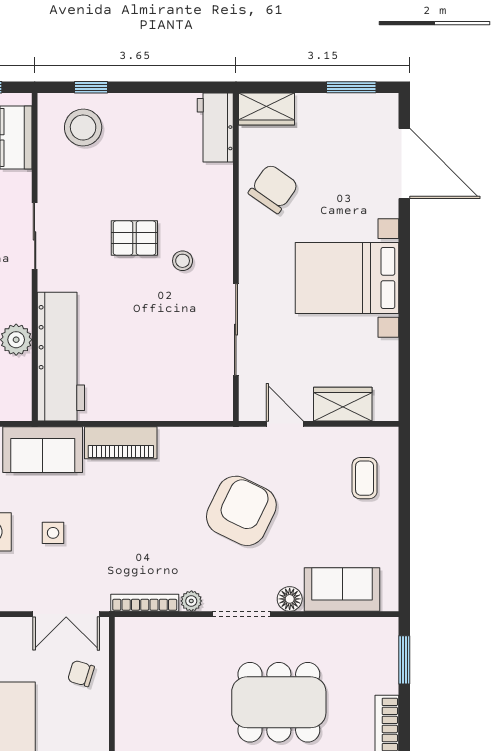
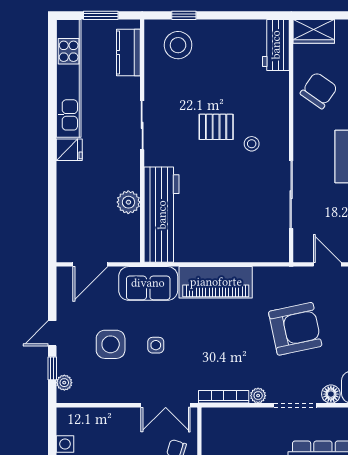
piano: (121, 443) -> (216, 282), width x1.37, depth x1.33
armchair: (241, 511) -> (295, 329), turned 52

